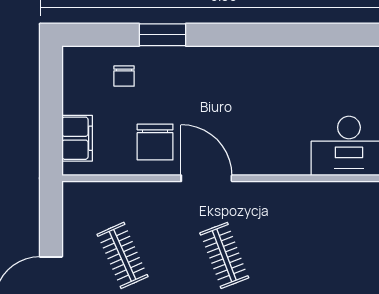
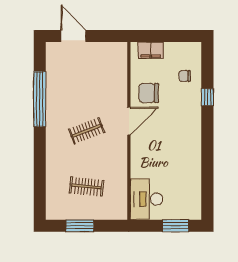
window: (163, 35) -> (207, 97), width x0.67
clothes rail: (122, 255) -> (87, 187), moved, turned 30

